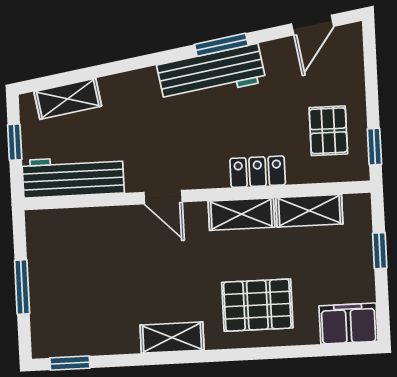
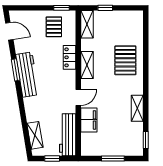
pallet: (328, 131) -> (54, 27), turned 90
shelving: (309, 211) -> (87, 24), moved
filing cabinet: (348, 324) -> (89, 120), moved, turned 180
shelving: (172, 338) -> (137, 108), moved

